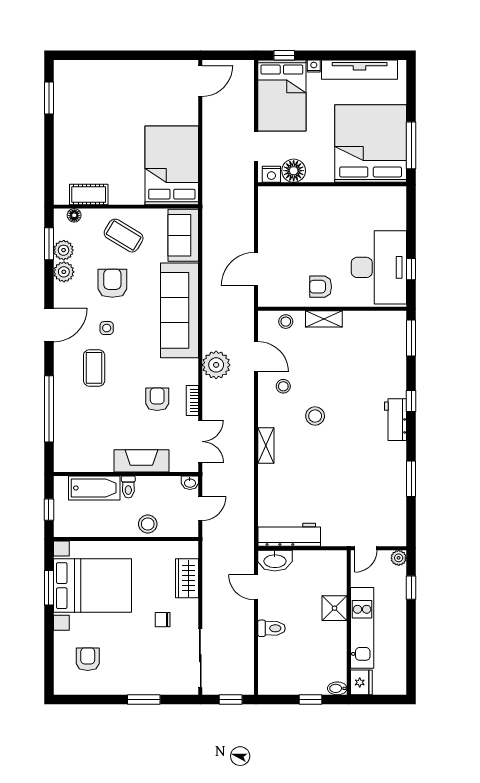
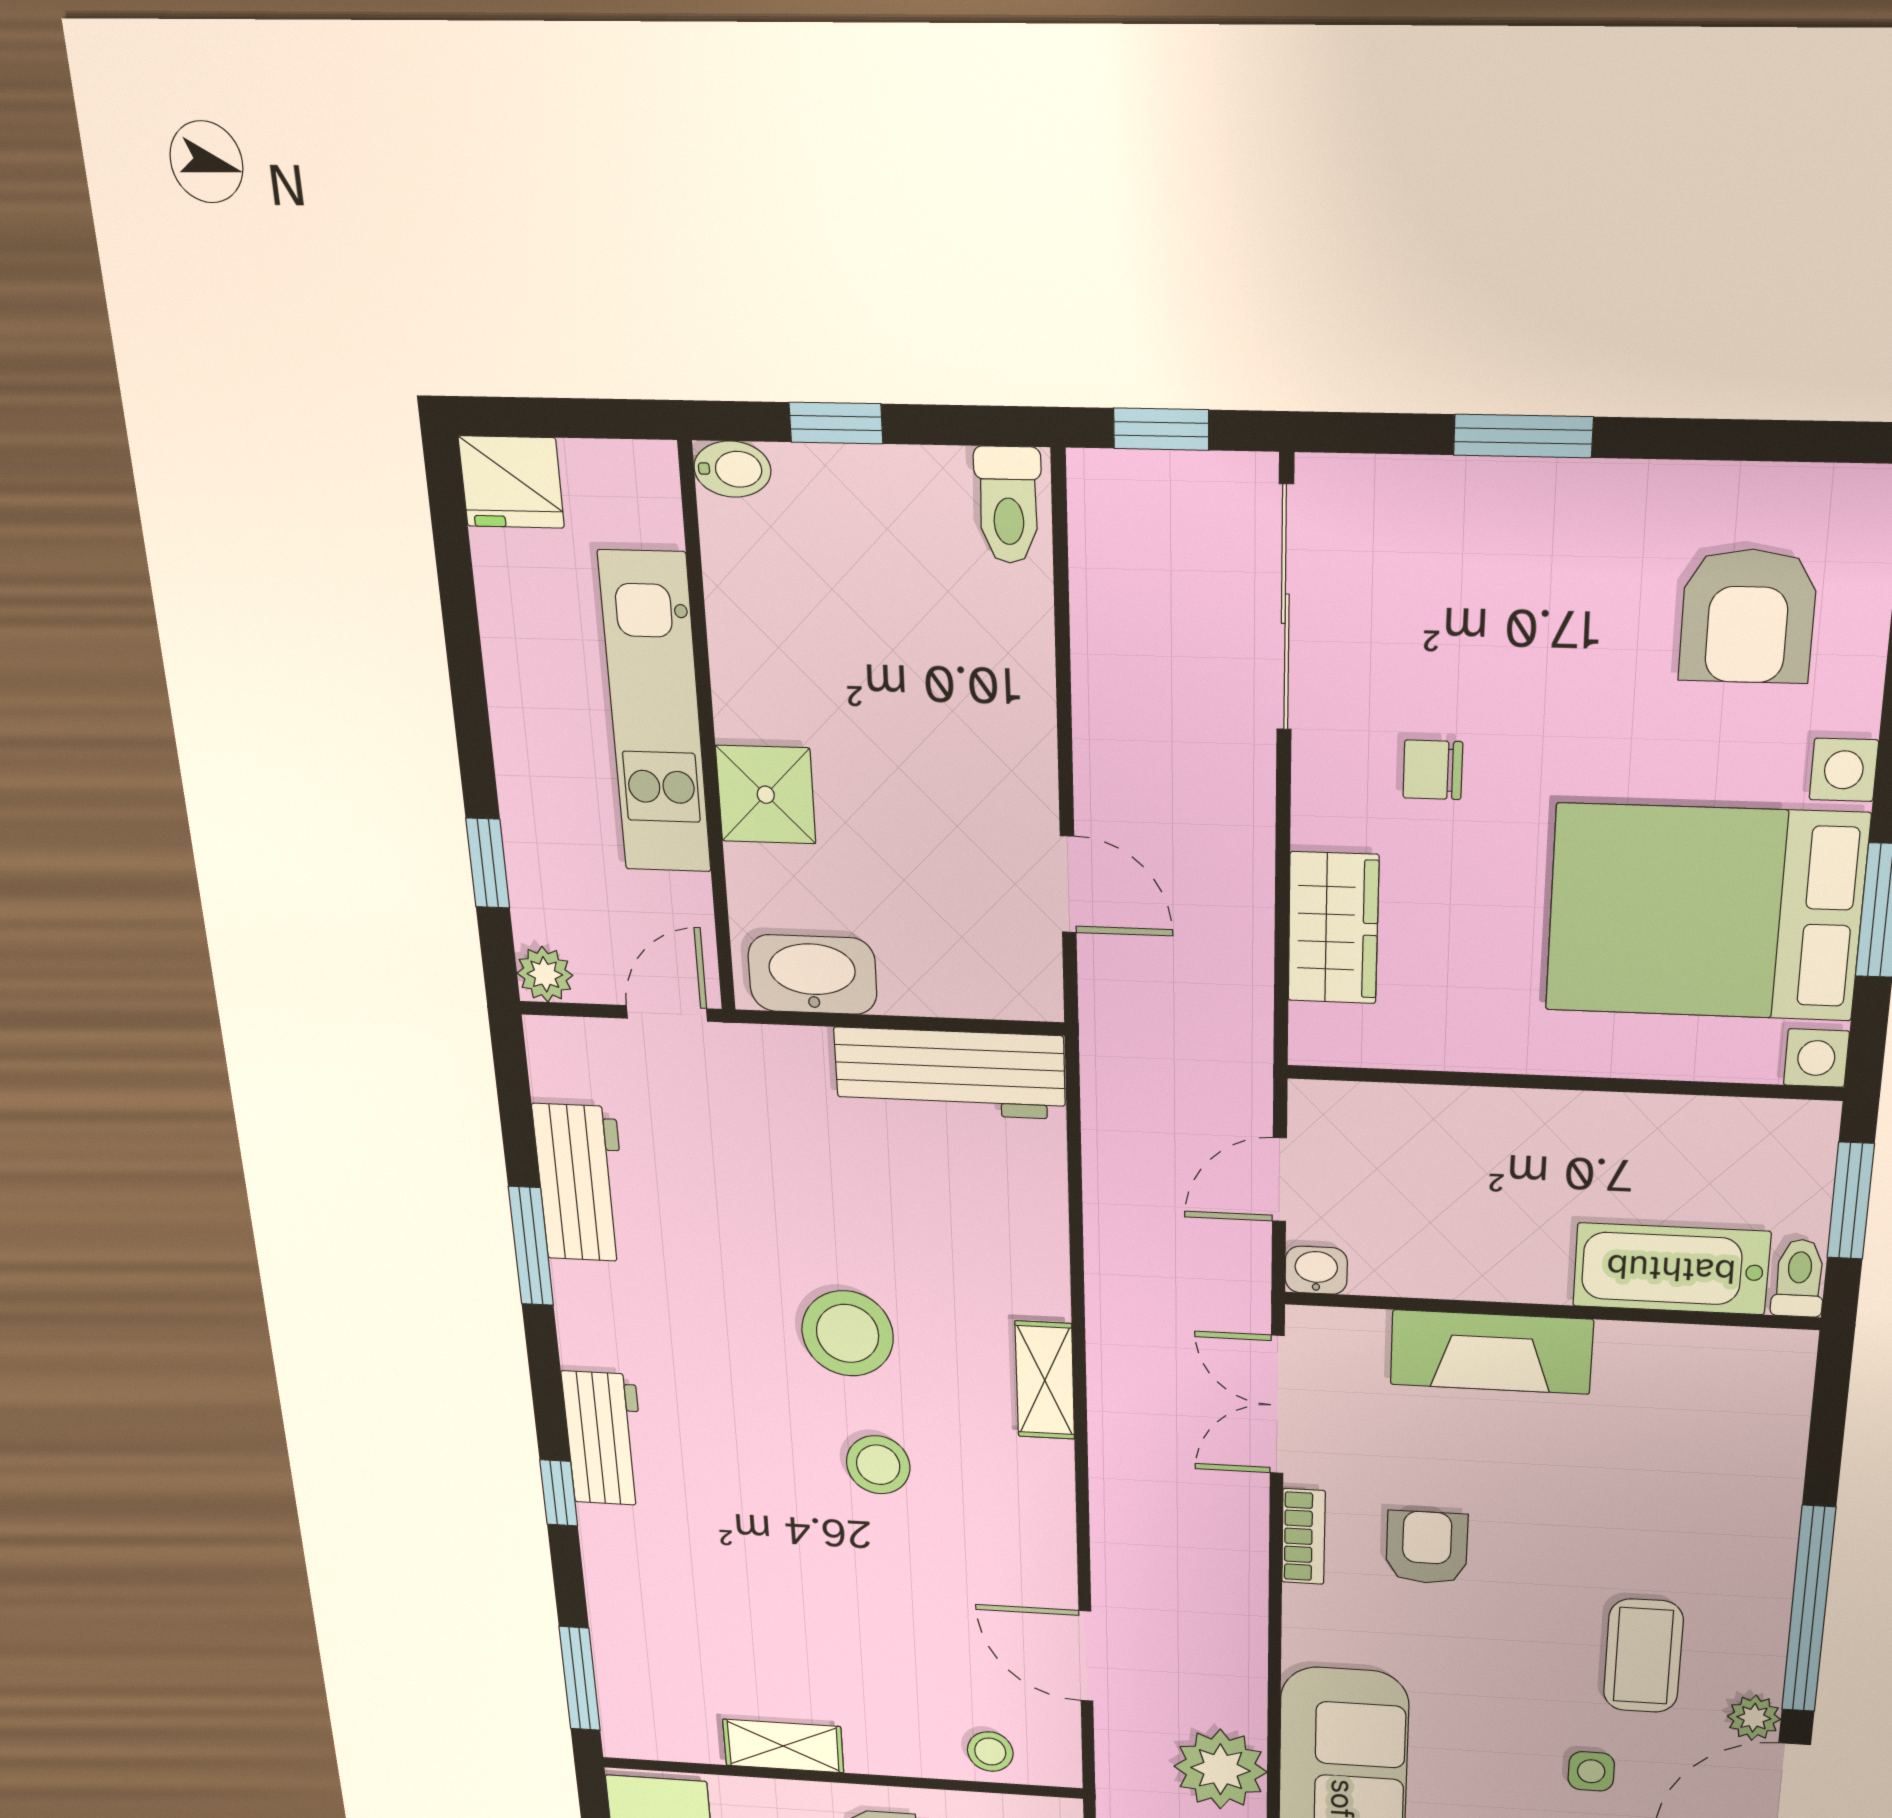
shelving: (324, 319) -> (783, 1746), moved
plant: (61, 350) -> (1754, 1718), added
plant: (216, 365) -> (1220, 1769), moved
stool: (283, 386) -> (848, 1333), moved, width x1.89, depth x1.89
armchair: (157, 399) -> (1427, 1548), turned 180
window: (49, 409) -> (1808, 1610), moved
toilet: (128, 487) -> (1799, 1278), moved
workbench: (395, 498) -> (581, 1183), added
window: (49, 510) -> (1851, 1201), width x1.50
stool: (148, 524) -> (1477, 1133), removed
washbasin: (275, 561) -> (812, 975), moved
chair: (163, 620) -> (1433, 770), turned 180
toilet: (272, 628) -> (1008, 505), moved, turned -90
armchair: (88, 659) -> (1748, 616), width x1.38, depth x1.38
fridge: (361, 682) -> (511, 482), moved, turned -90

